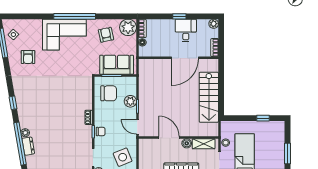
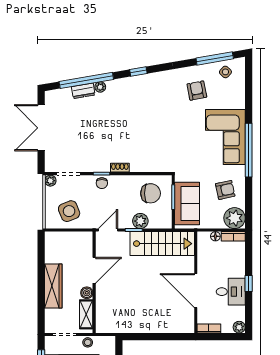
armchair: (28, 57) -> (197, 91), turned 79
chair: (109, 93) -> (151, 193), turned -90
stairs: (209, 97) -> (162, 244), moved, turned 180

